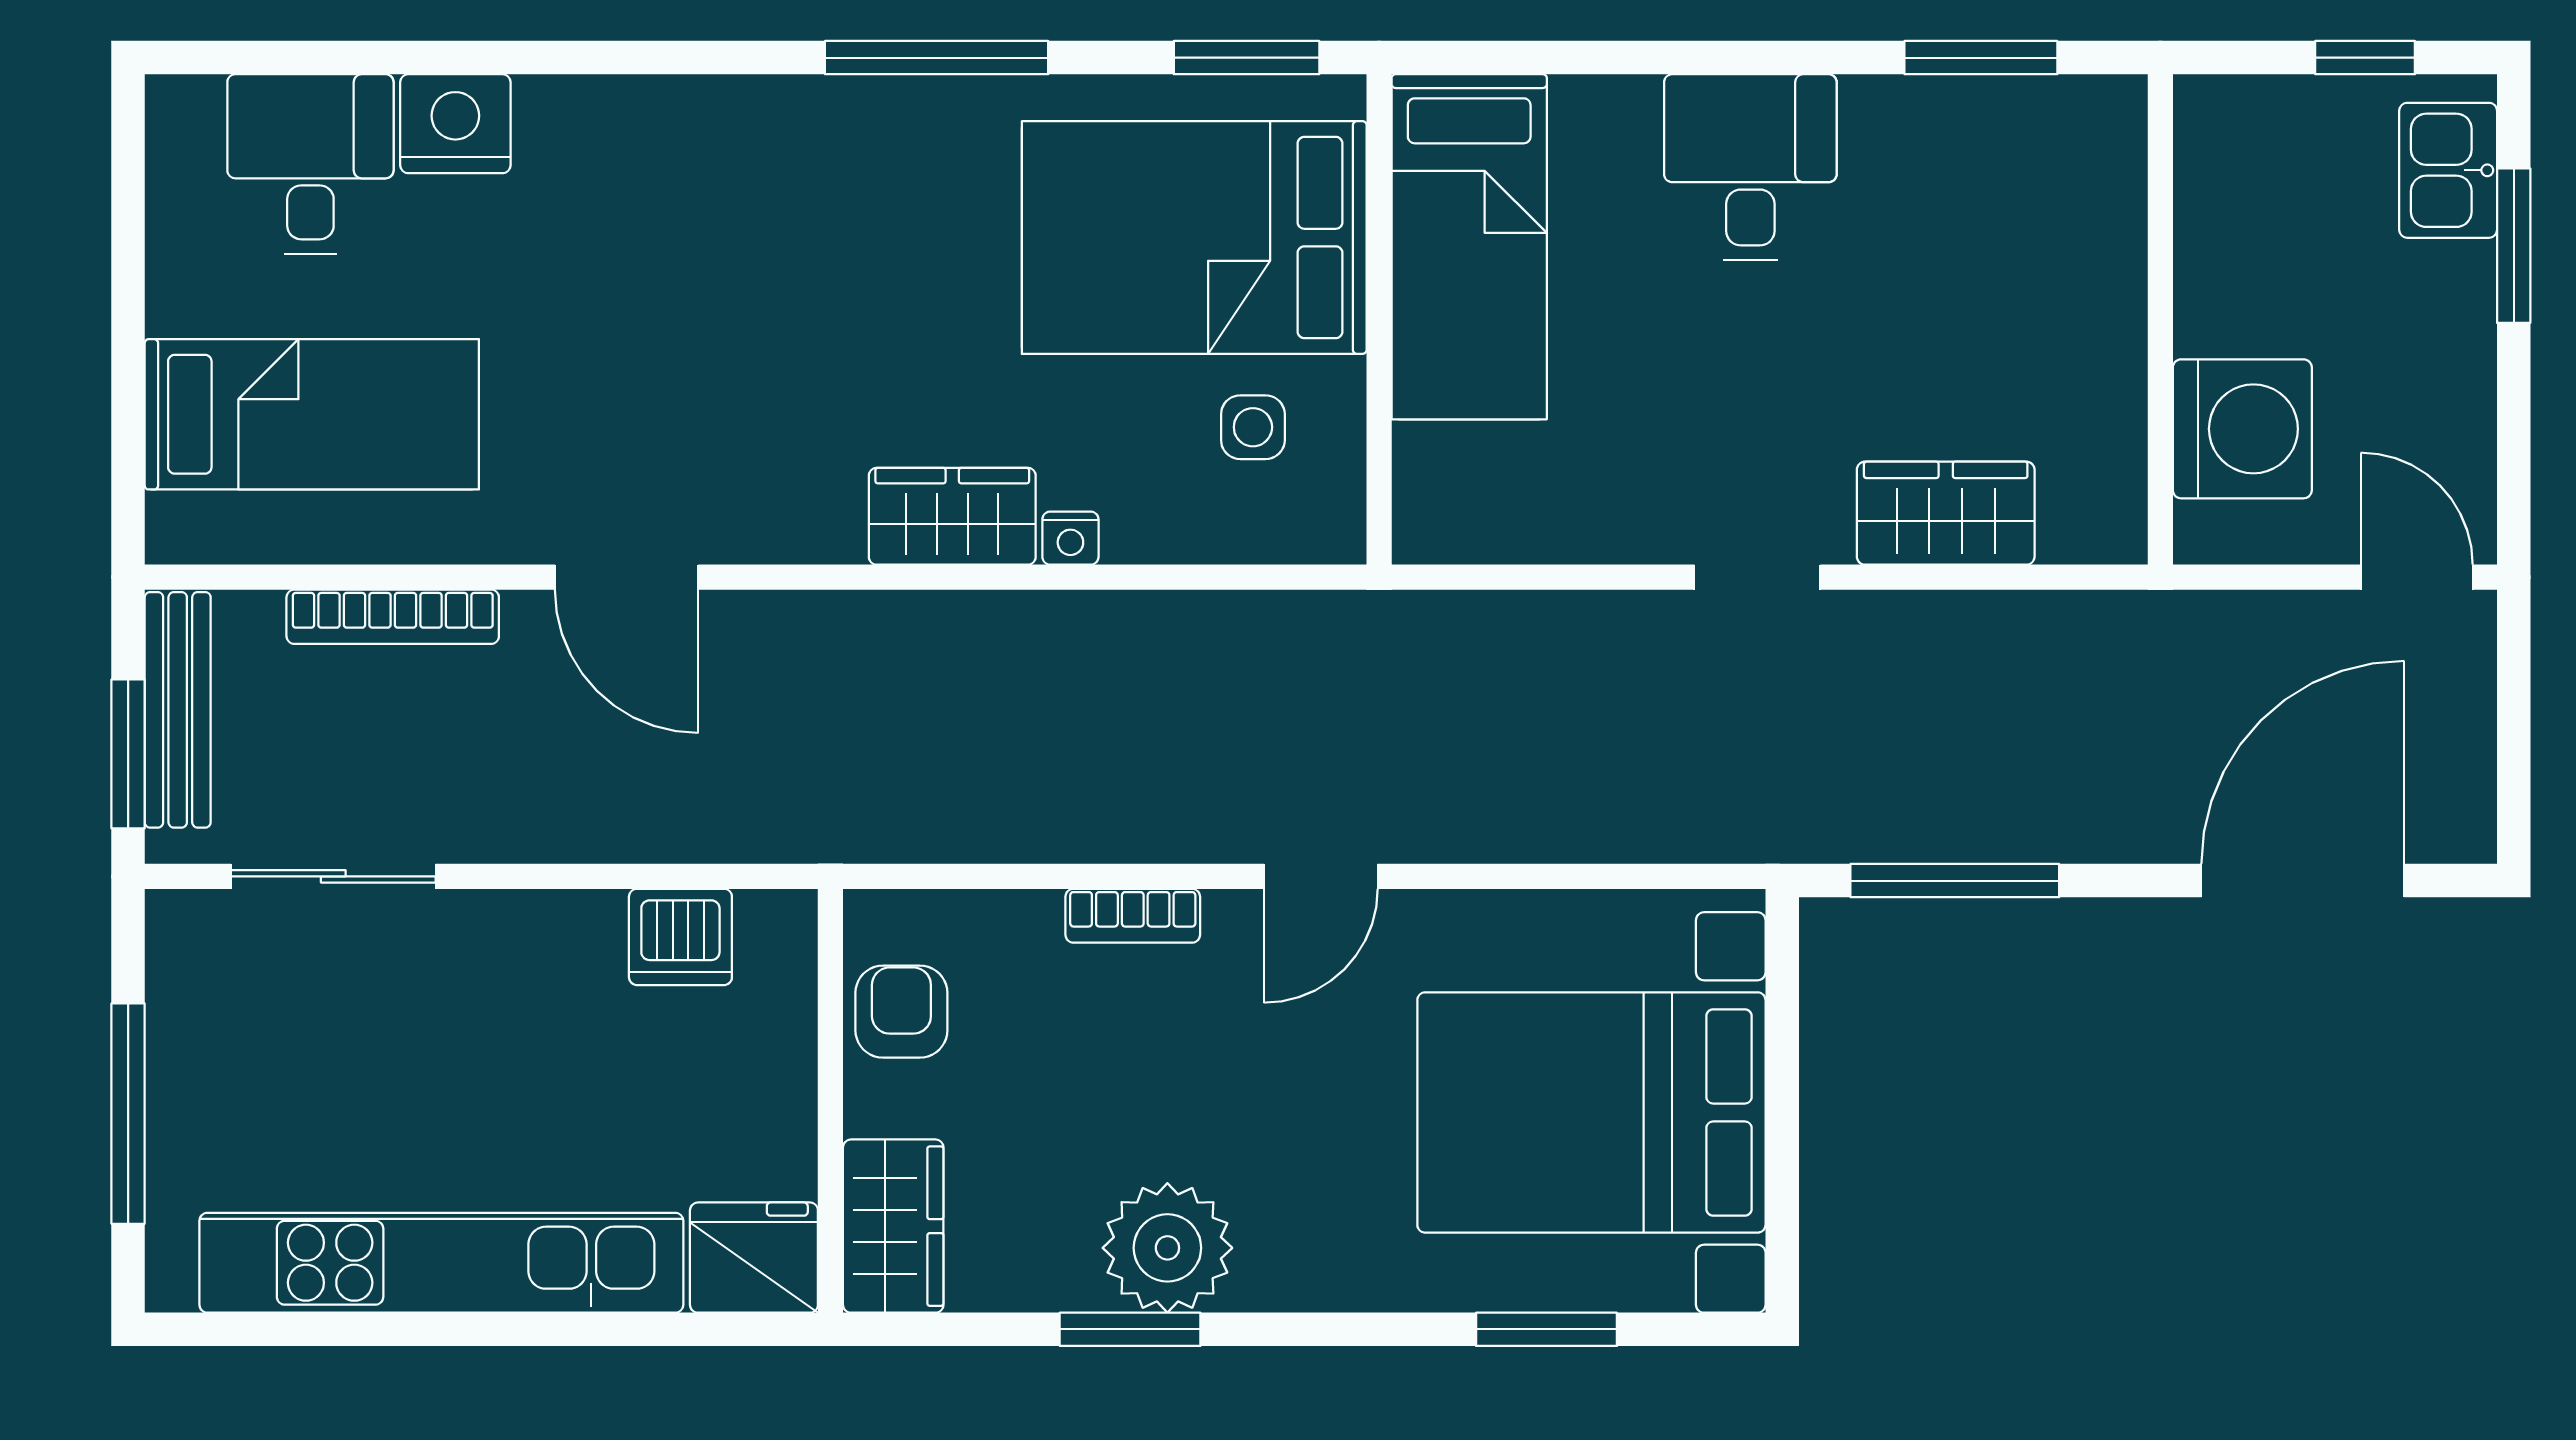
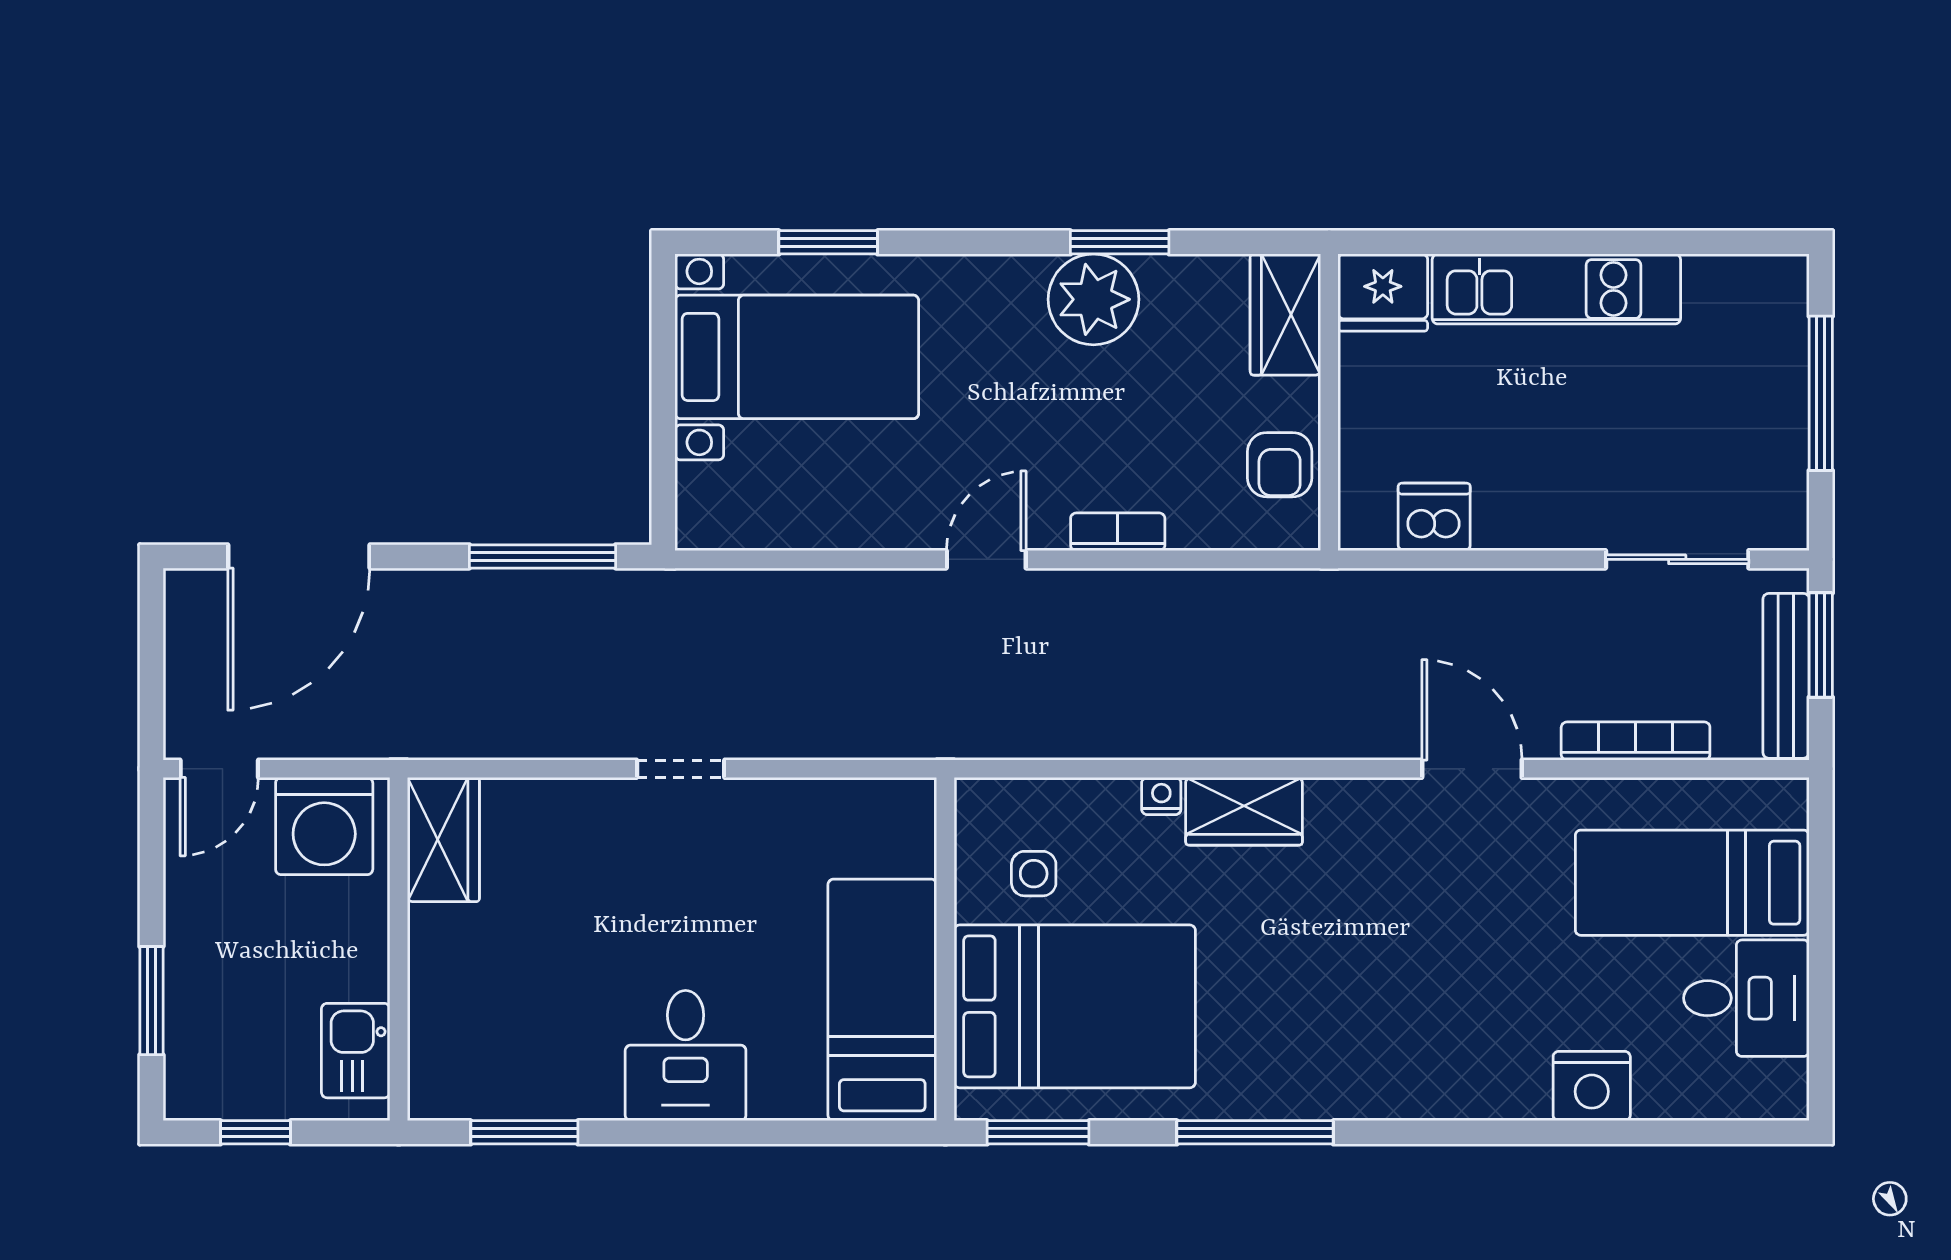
desk: (310, 164) -> (1746, 998), moved, turned -90
kitchen sink: (2448, 170) -> (356, 1051), moved, turned 180
washing machine: (2242, 429) -> (324, 826), moved, turned -90
wardrobe: (1946, 513) -> (443, 840), moved, turned -90
door: (2417, 577) -> (219, 769), hinge flipped
bed with nightstands: (1591, 1112) -> (797, 357), width x0.73
kitchen unit: (441, 1263) -> (1556, 289), width x0.73

